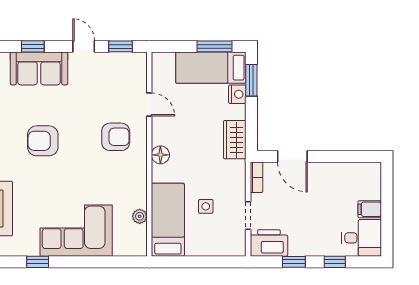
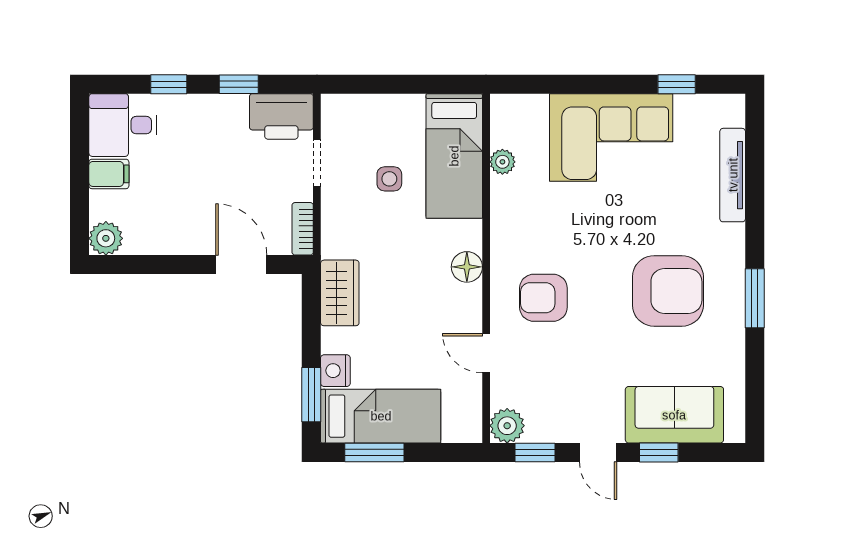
window: (33, 46) -> (659, 452), moved
plant: (137, 62) -> (507, 426), added
armchair: (43, 141) -> (668, 291), width x1.36, depth x1.36
plant: (372, 172) -> (106, 238), added

